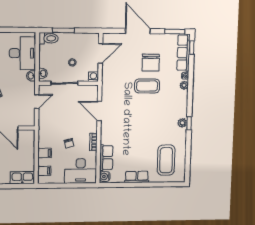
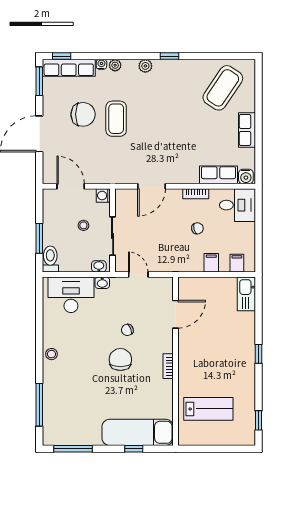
plant: (182, 123) -> (145, 66), moved
coffee table: (166, 160) -> (223, 88), turned -56
desk: (81, 171) -> (237, 205), width x0.73

